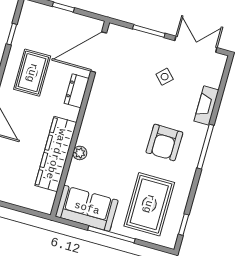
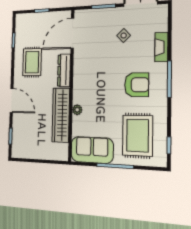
dresser: (77, 91) -> (64, 71), width x1.44
armchair: (164, 142) -> (137, 85), turned -91

